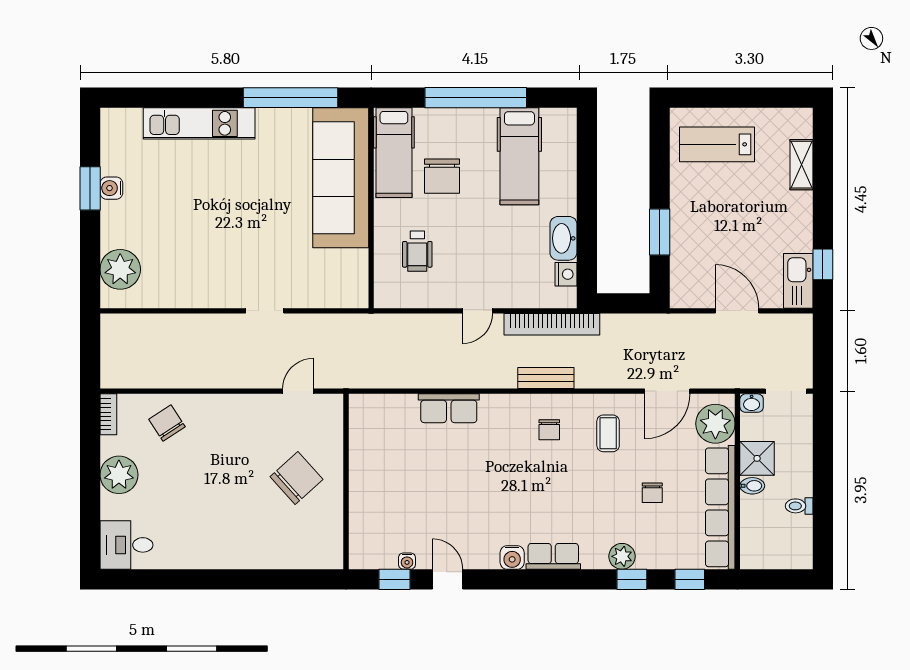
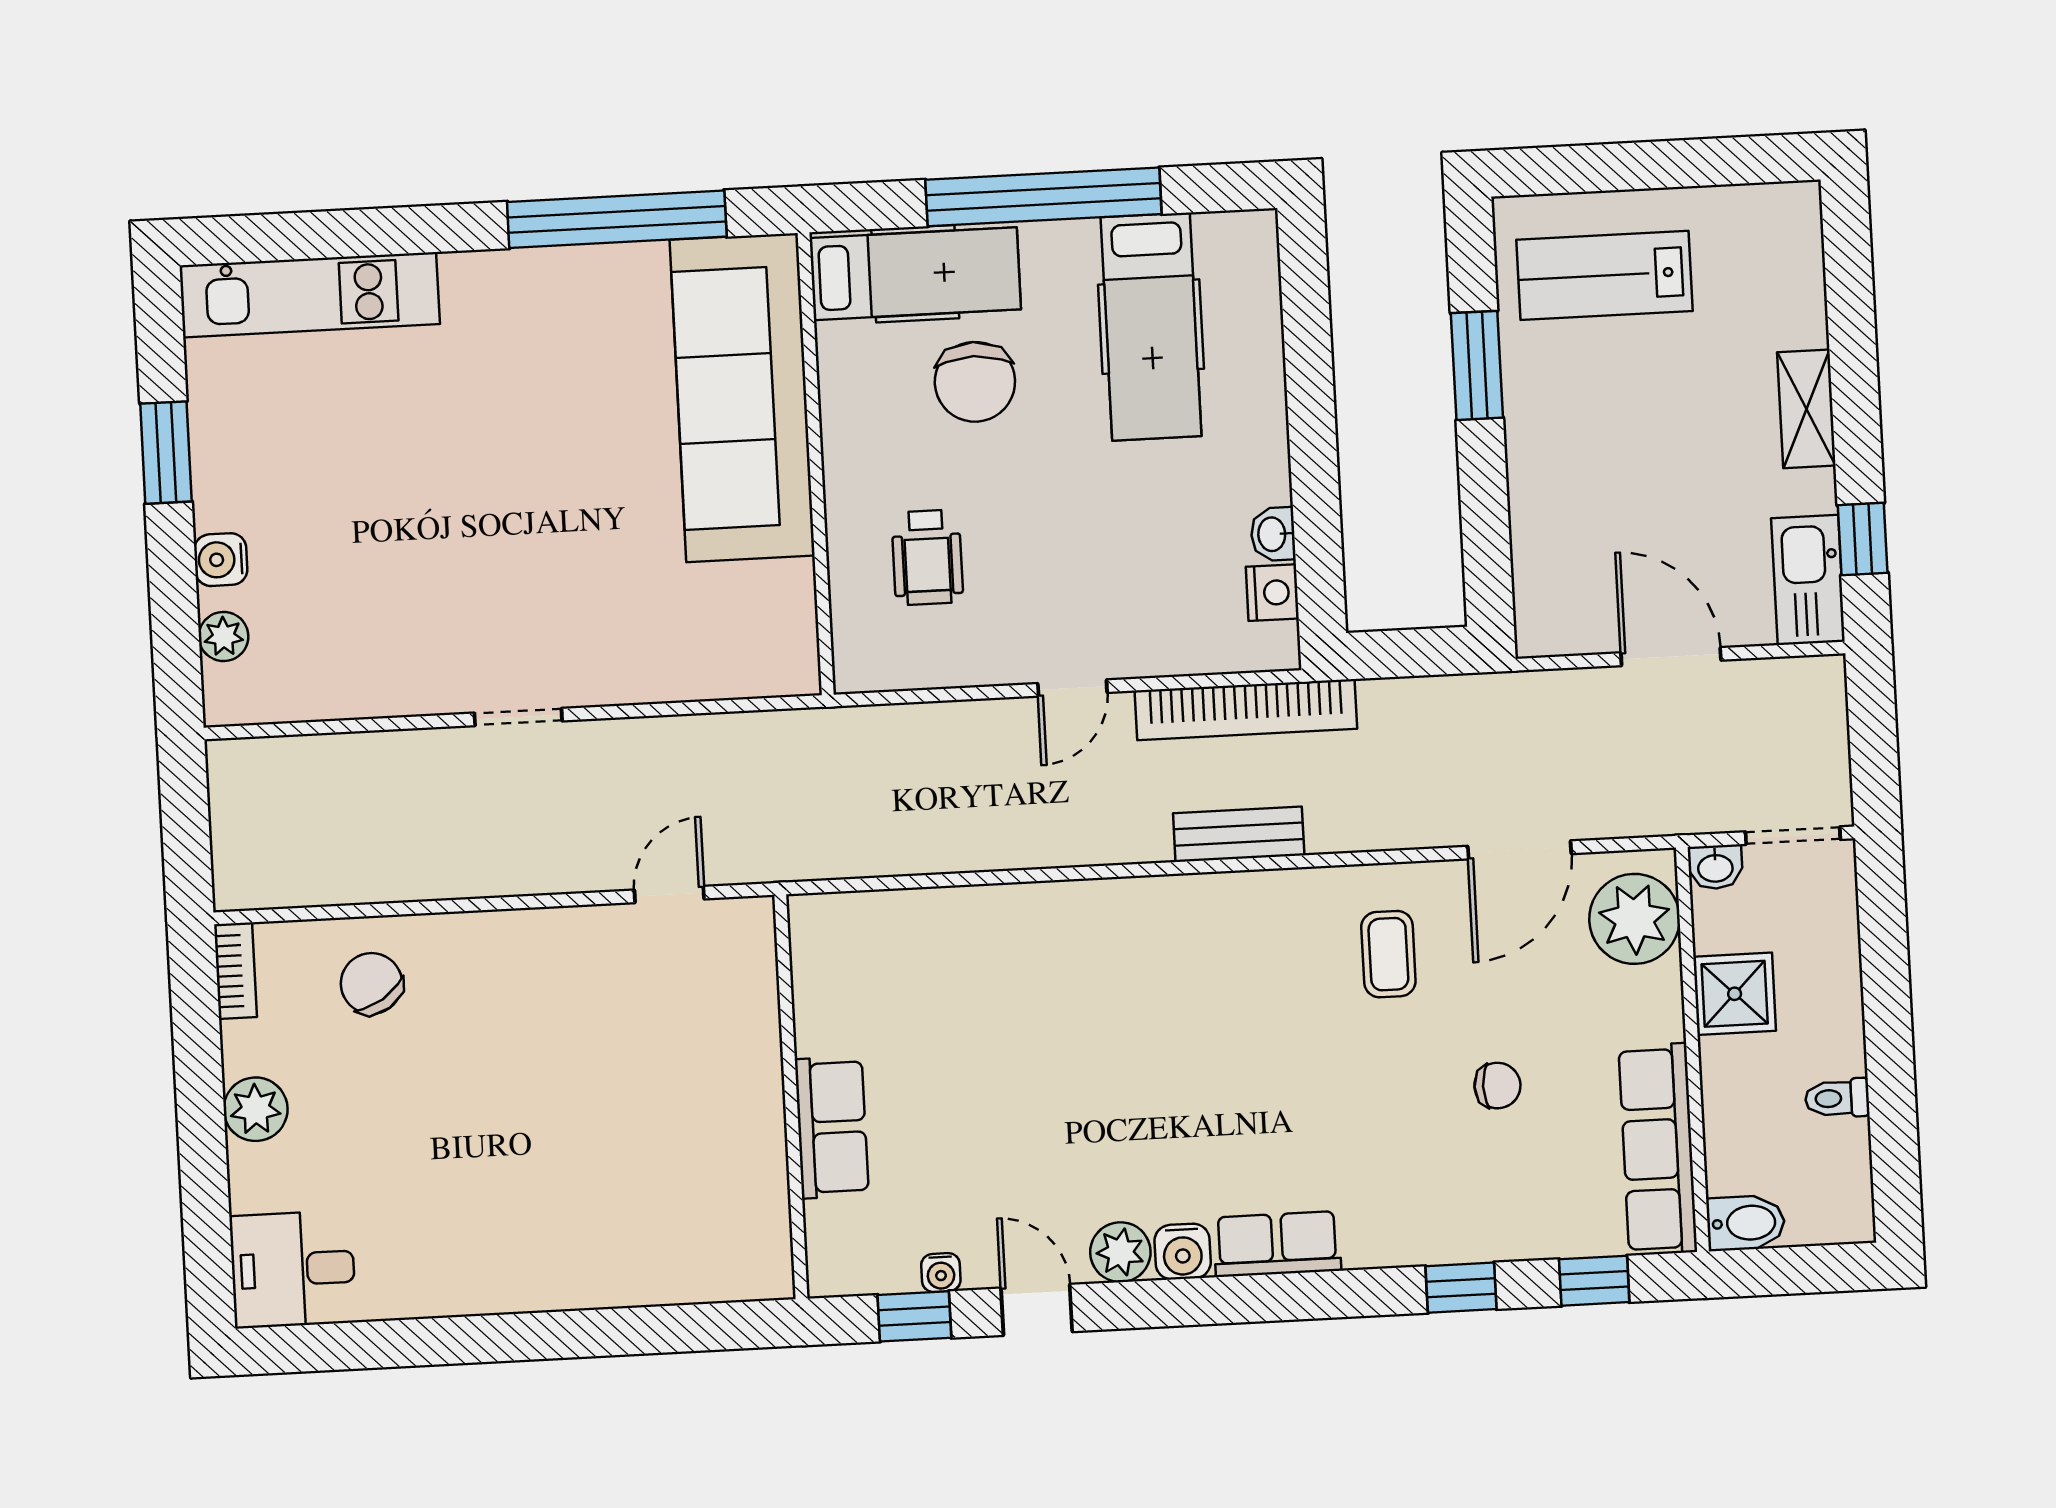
kitchen unit: (199, 123) -> (310, 295), moved
hospital bed: (394, 153) -> (915, 274), moved, turned -90
shelving: (801, 165) -> (1806, 409), moved
water cooler: (111, 188) -> (221, 560), moved
window: (660, 232) -> (1477, 365), moved
washbasin: (563, 238) -> (1273, 534), width x0.52, depth x0.69
plant: (120, 269) -> (224, 636), width x0.53, depth x0.53
doorway: (265, 311) -> (518, 717), moved
row of seats: (449, 408) -> (832, 1127), moved, turned -90
chair: (549, 430) -> (1253, 953), removed
plant: (119, 475) -> (256, 1109), width x0.73, depth x0.73
chair: (297, 478) -> (676, 1094), removed
bidet: (752, 486) -> (1746, 1223), moved, width x1.38, depth x1.36
chair: (652, 493) -> (1497, 1086), turned -90
row of seats: (720, 507) -> (1658, 1149), width x0.73
plant: (622, 556) -> (1120, 1252), moved

